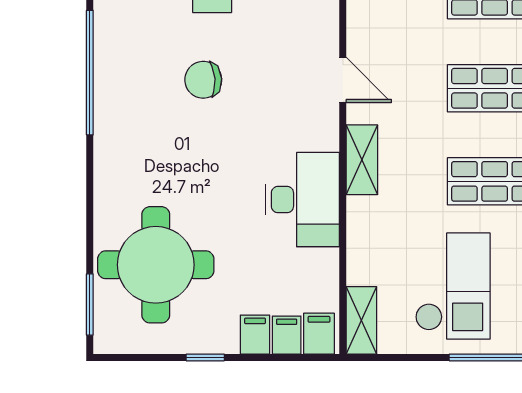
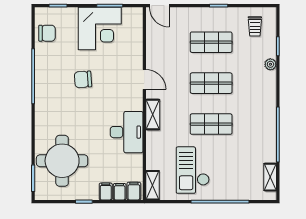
checkout: (453, 286) -> (193, 170), turned 180

